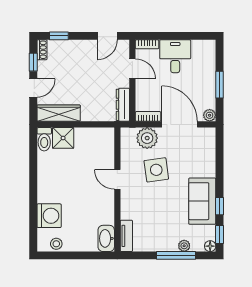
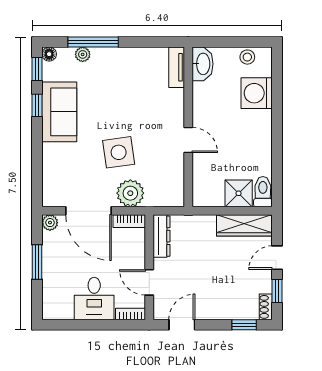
door: (117, 179) -> (188, 140), moved
wall: (117, 190) -> (188, 127), moved
tv unit: (126, 236) -> (177, 67), moved
washbasin: (106, 238) -> (203, 64), moved

